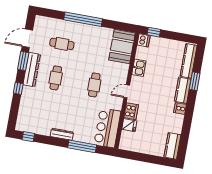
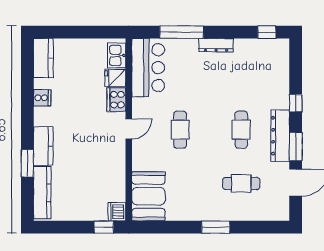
window: (83, 19) -> (216, 227), width x0.47
kitchen sink: (139, 68) -> (117, 55), moved
cooker: (180, 109) -> (42, 98), moved

